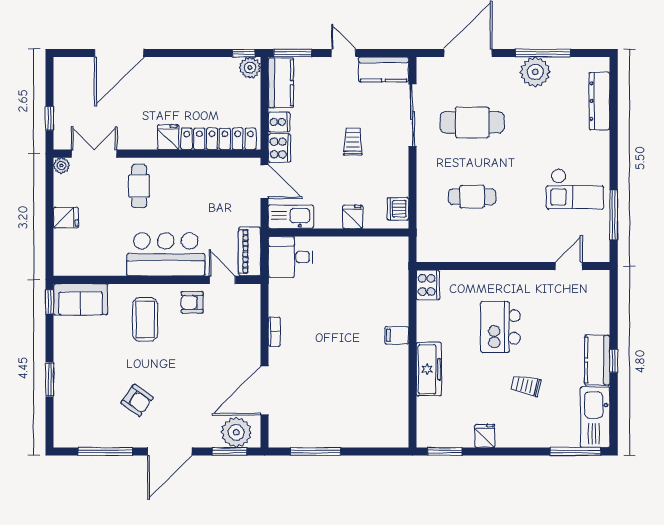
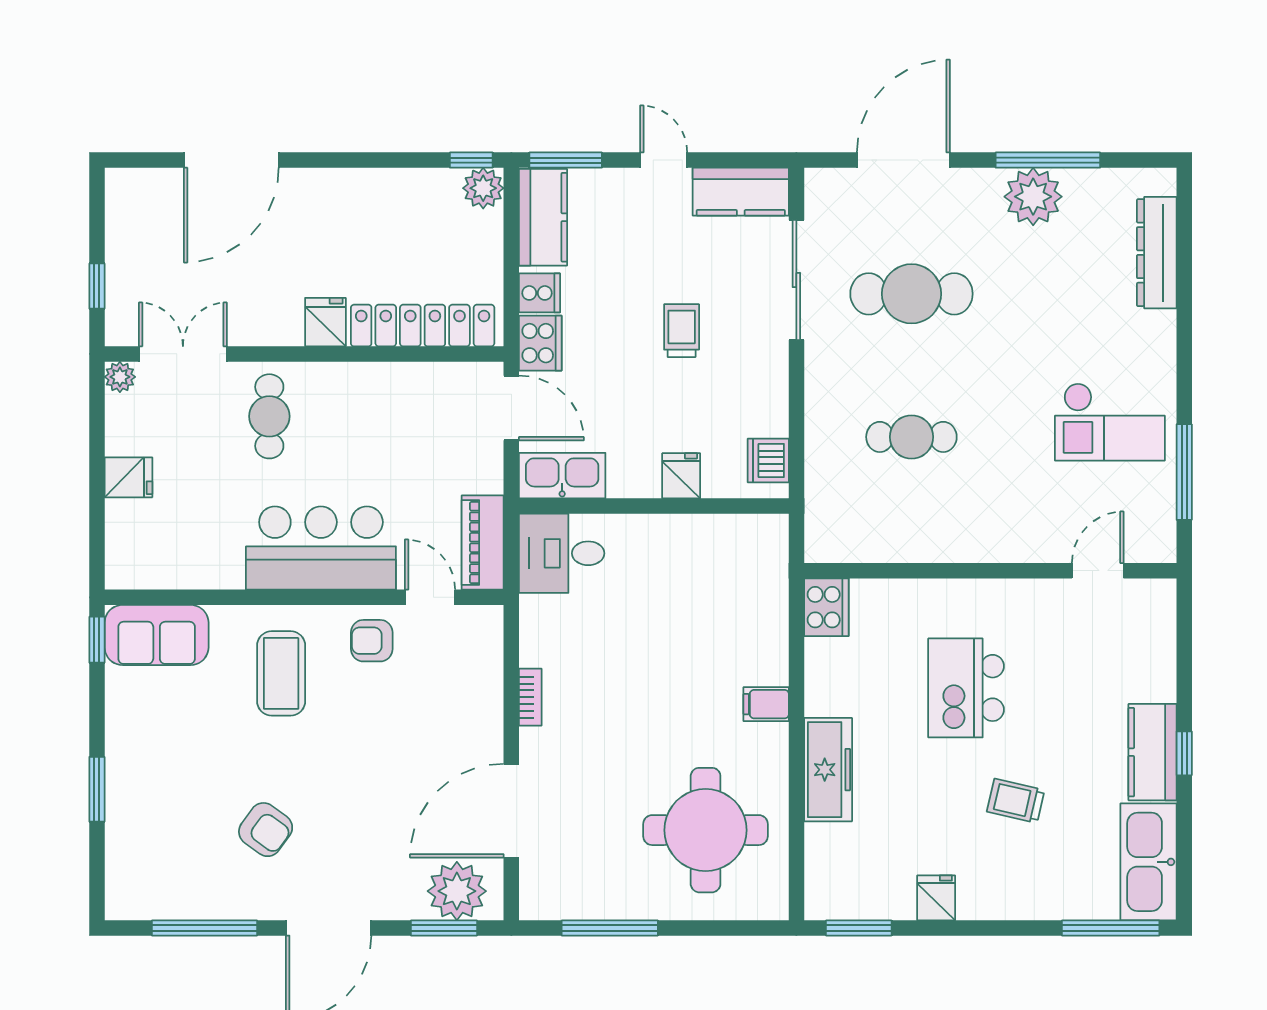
round table: (365, 401) -> (706, 830), added

